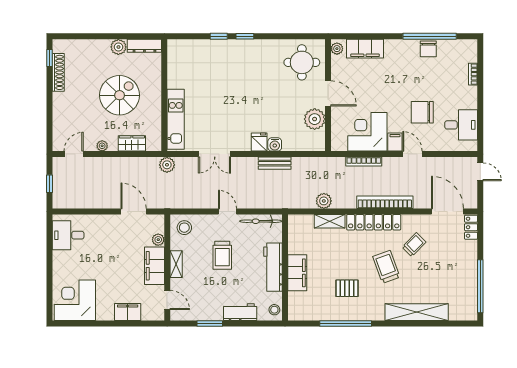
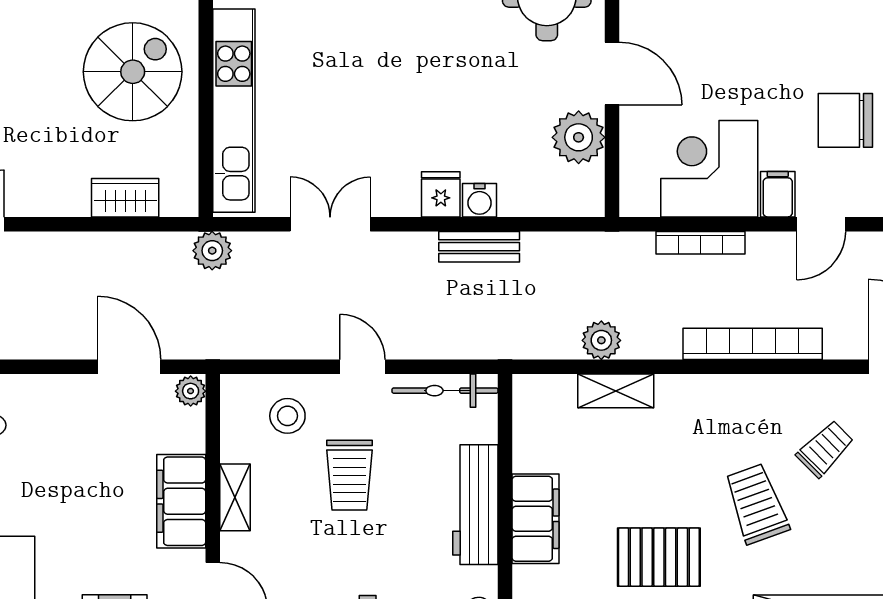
spiral stairs: (120, 95) -> (133, 72), moved
kitchen unit: (176, 119) -> (234, 111), width x1.36
plant: (102, 146) -> (51, 204), removed
double door: (215, 154) -> (330, 224), swing flipped
door: (412, 154) -> (821, 224), swing flipped
locker: (374, 222) -> (725, 393), removed
stool: (184, 228) -> (287, 416), moved
plant: (158, 240) -> (191, 391), moved
pallet: (347, 288) -> (659, 557), width x1.50, depth x1.42

